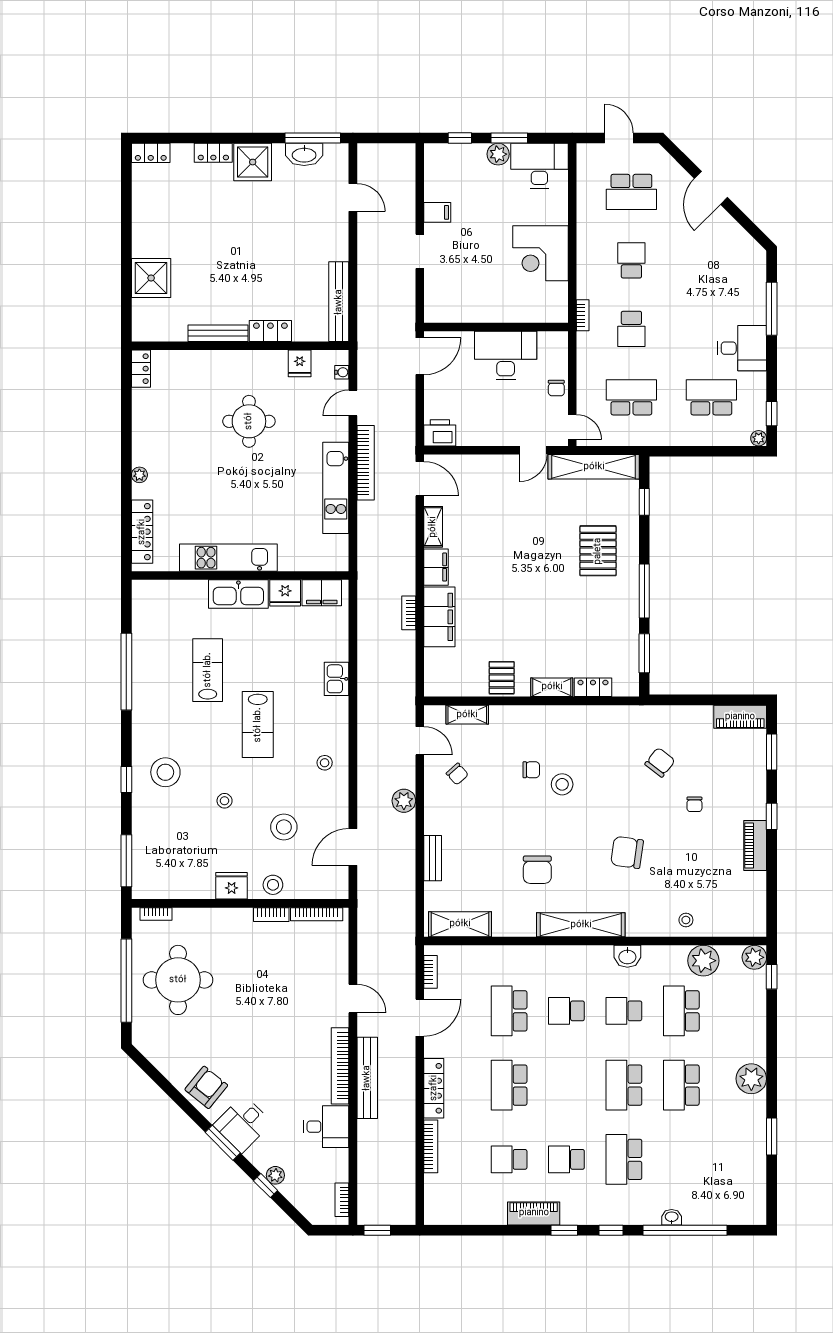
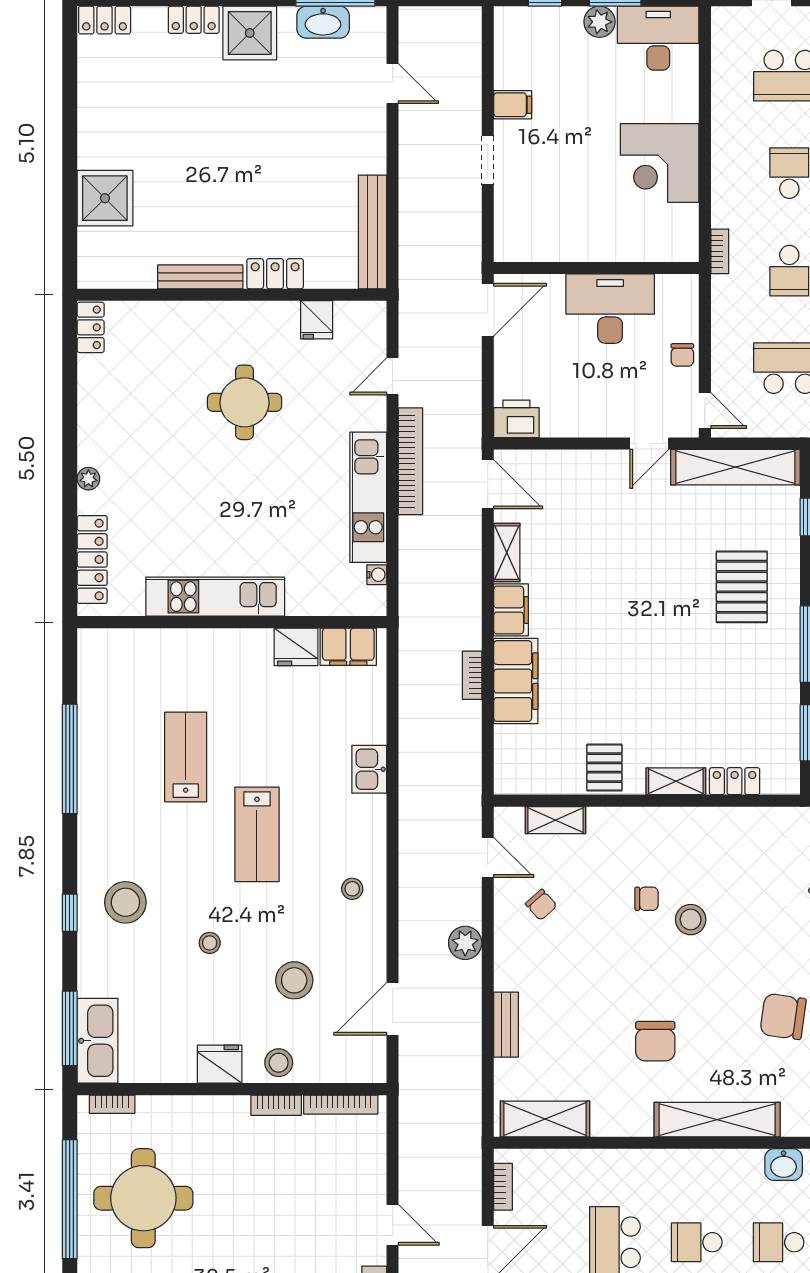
water cooler: (342, 372) -> (377, 575), moved
kitchen sink: (238, 594) -> (98, 1041), moved, turned -90

